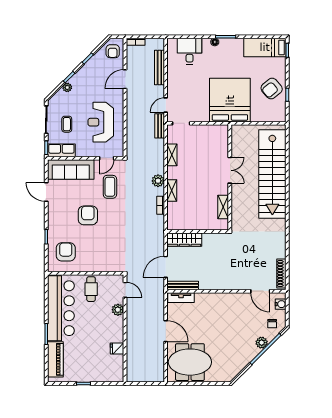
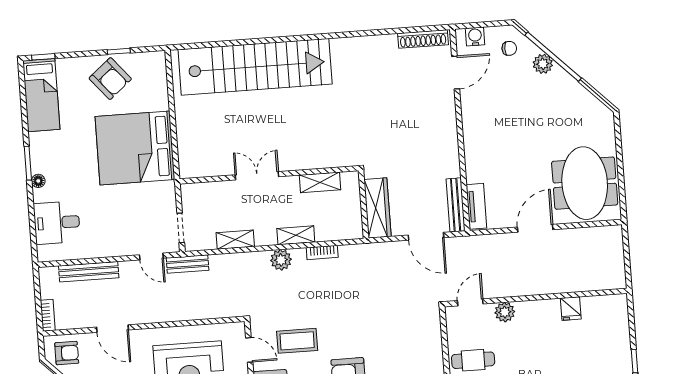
double door: (230, 170) -> (257, 176), moved
wall: (230, 177) -> (269, 175), moved
shelving: (223, 207) -> (320, 182), moved

